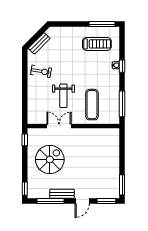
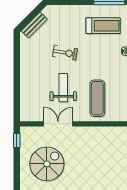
exercise bike: (41, 71) -> (65, 53), moved
weight bench: (63, 96) -> (63, 88), turned 180

